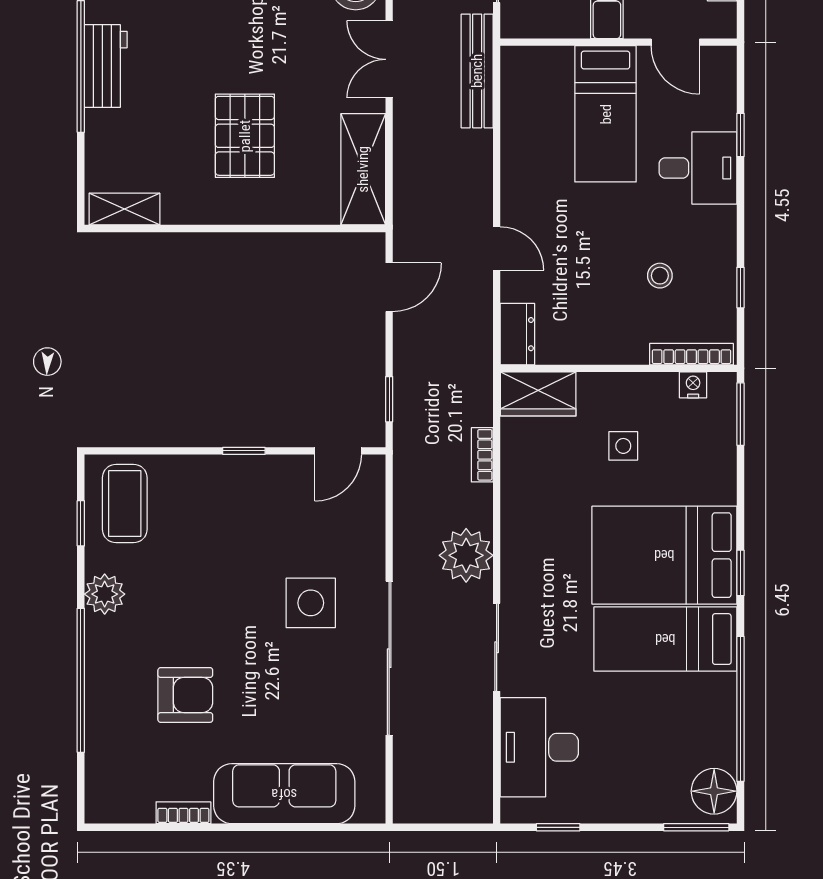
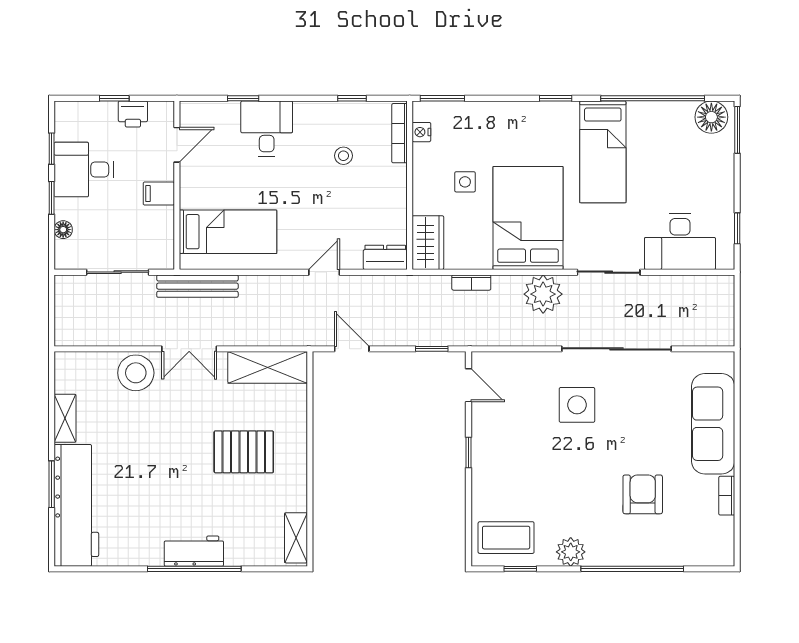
bed: (606, 114) -> (228, 232), moved
bed: (664, 555) -> (528, 218), moved, turned 180

